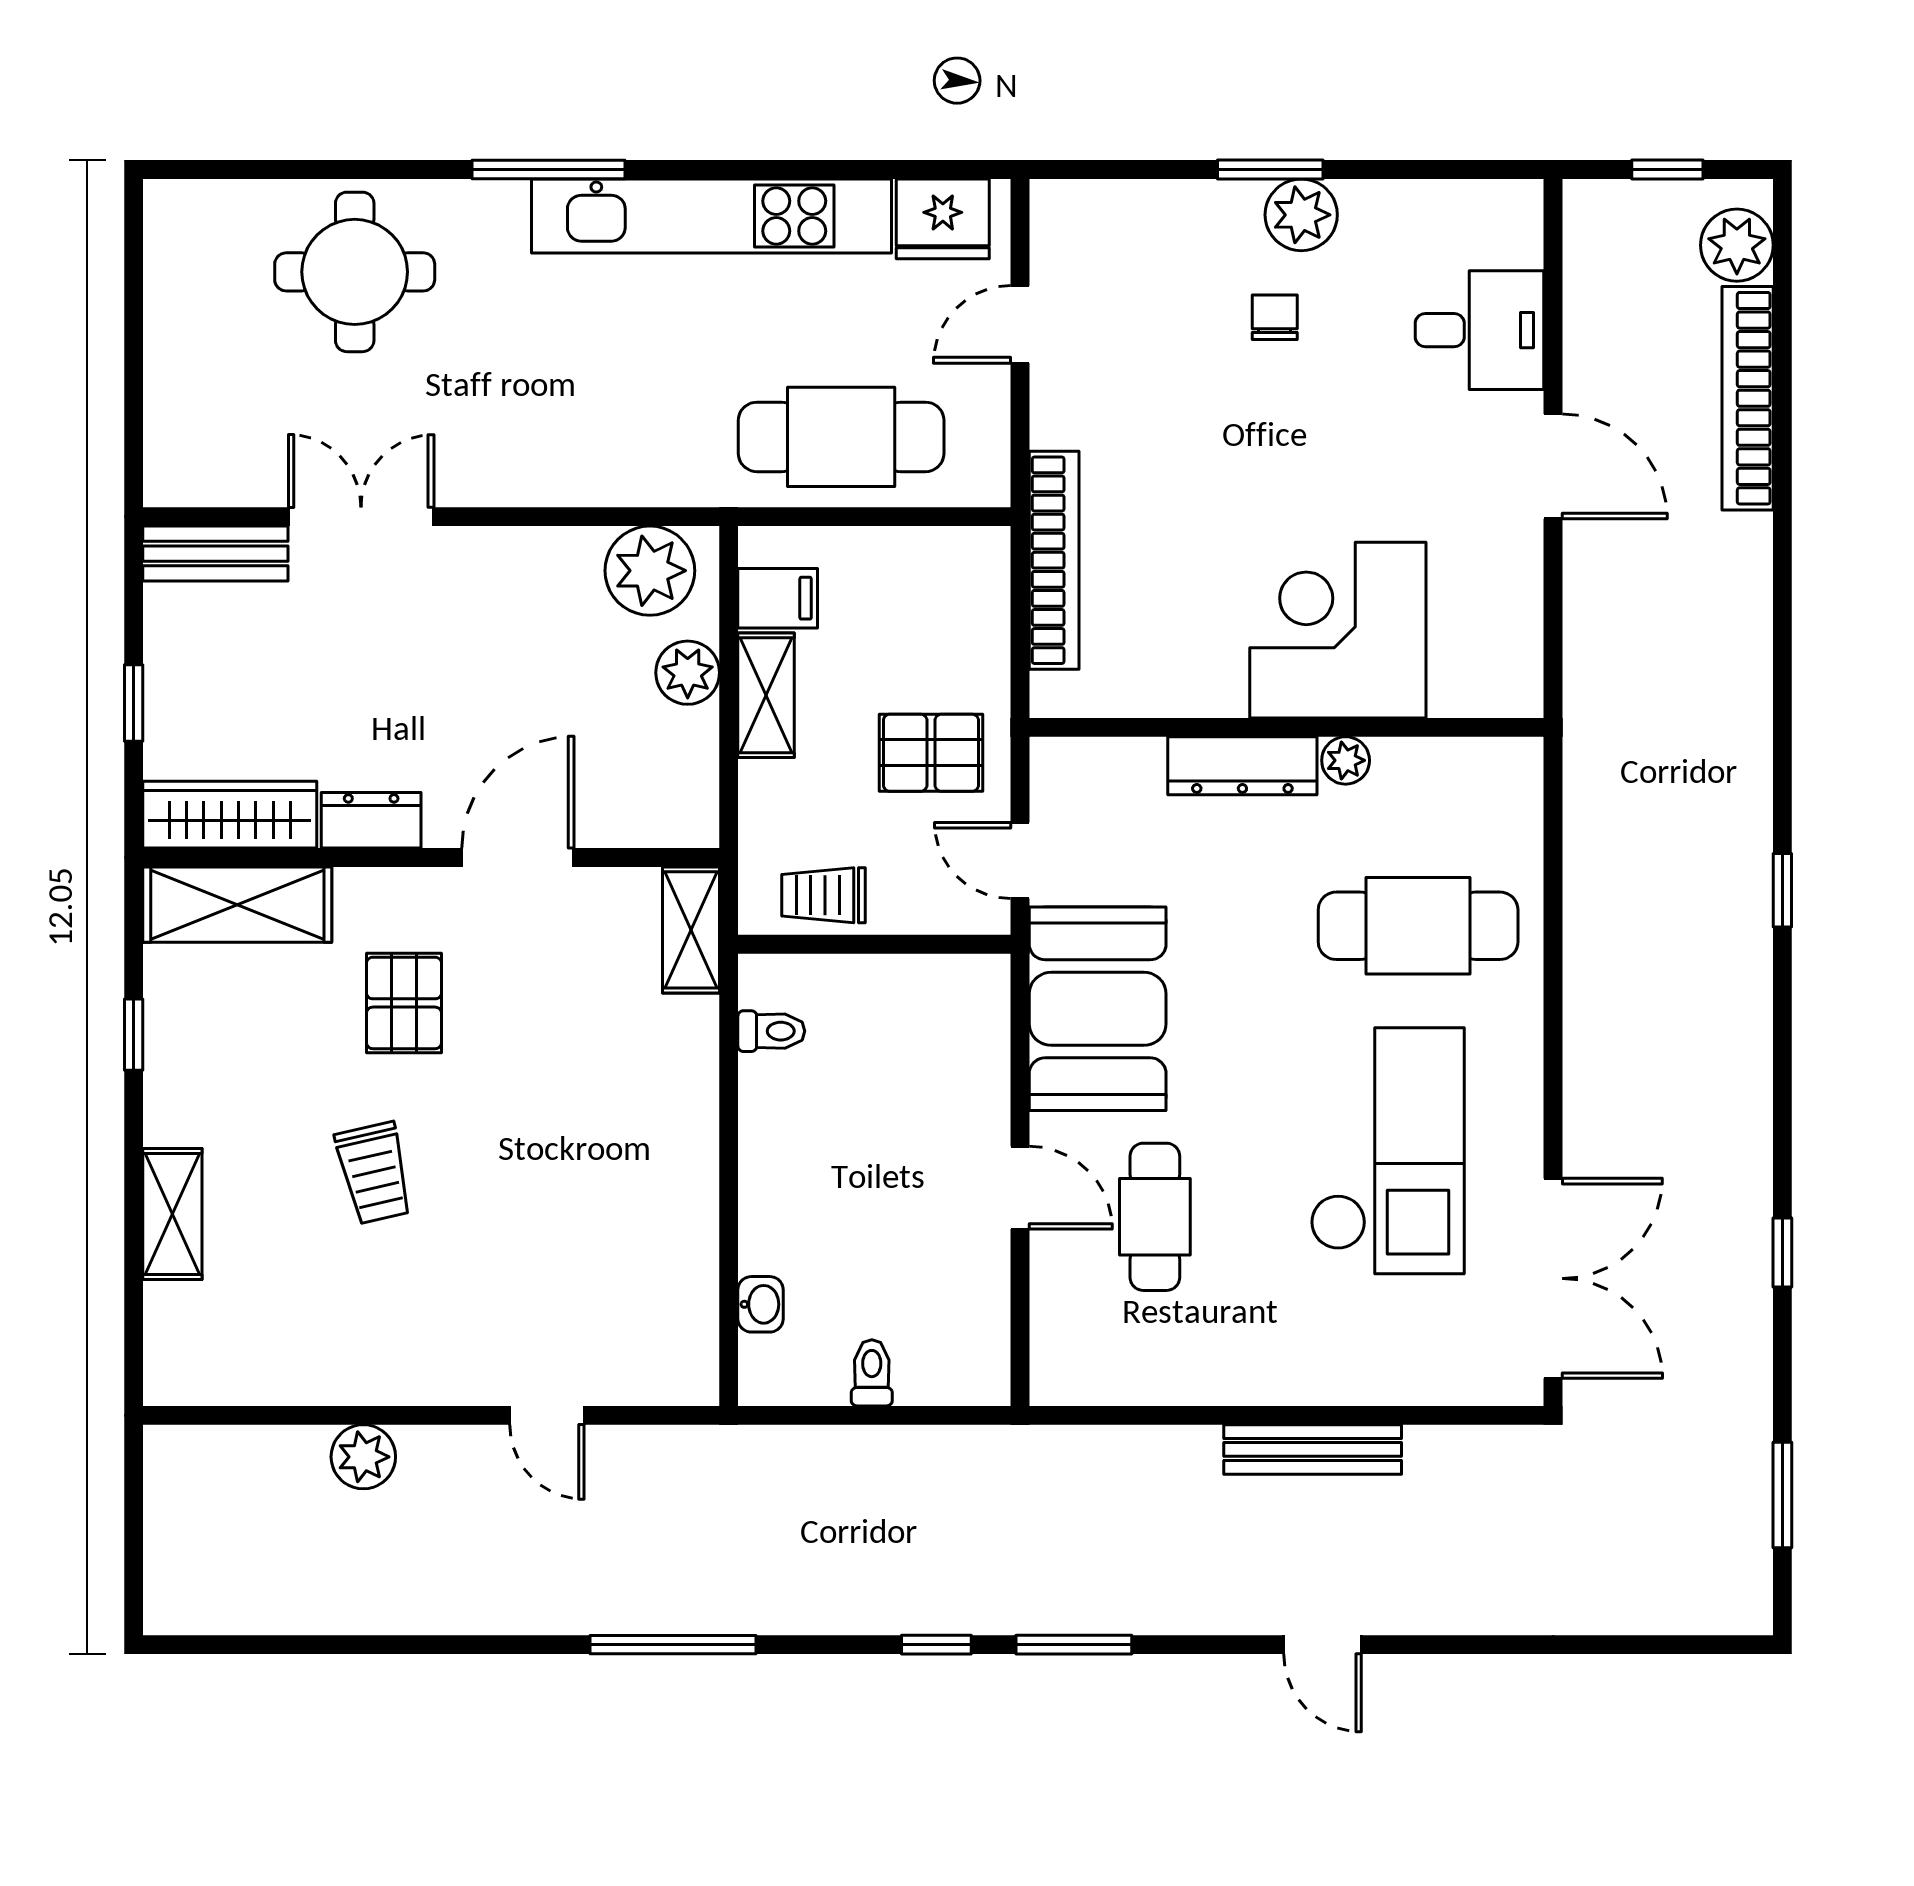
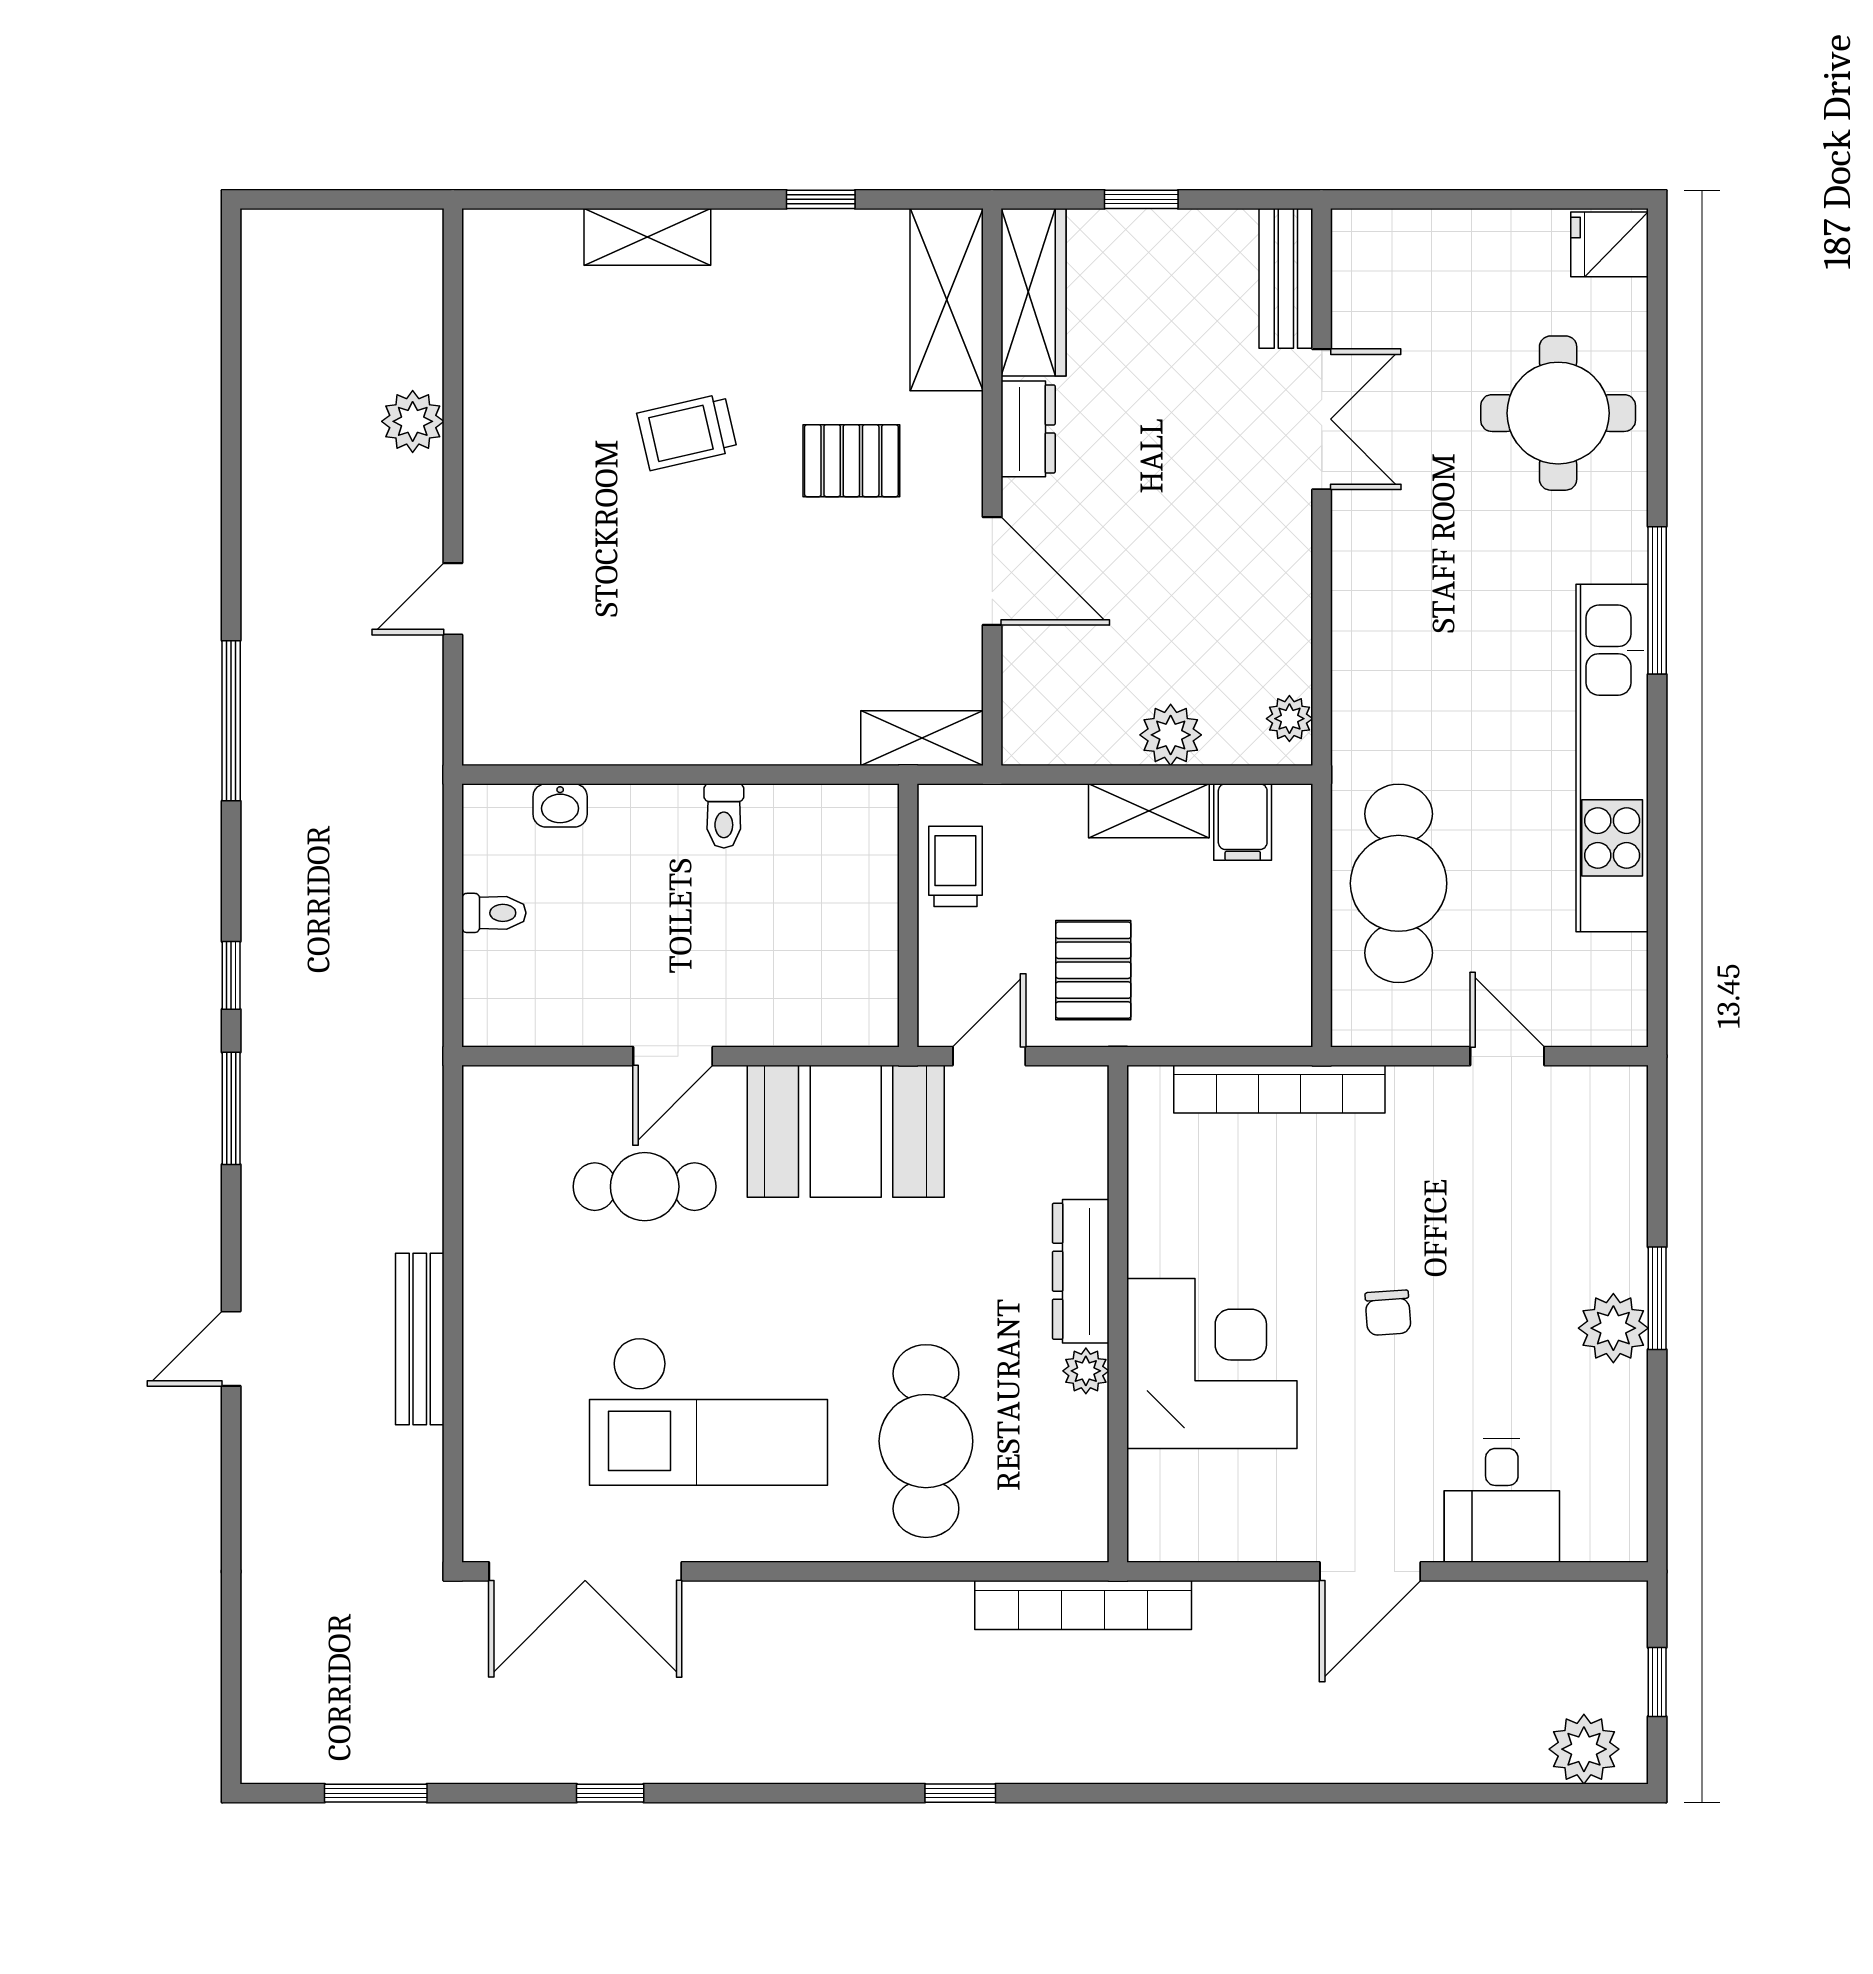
fridge: (943, 219) -> (1609, 244), moved, width x0.72
chair: (1275, 317) -> (1388, 1313), moved, turned 86
bookcase: (1748, 398) -> (1083, 1605), moved, turned 180
plant: (650, 571) -> (1289, 719), width x0.53, depth x0.53
toilet: (771, 1031) -> (724, 816), moved

